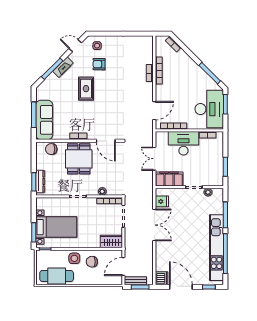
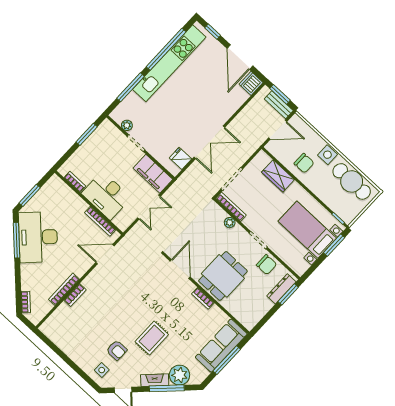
plant: (52, 83) -> (179, 375), added
desk: (209, 109) -> (38, 237), moved, turned -45
chair: (51, 149) -> (266, 265), moved
double door: (154, 225) -> (209, 142), swing flipped
wardrobe: (111, 242) -> (278, 176), moved
side table: (74, 258) -> (327, 155), moved

